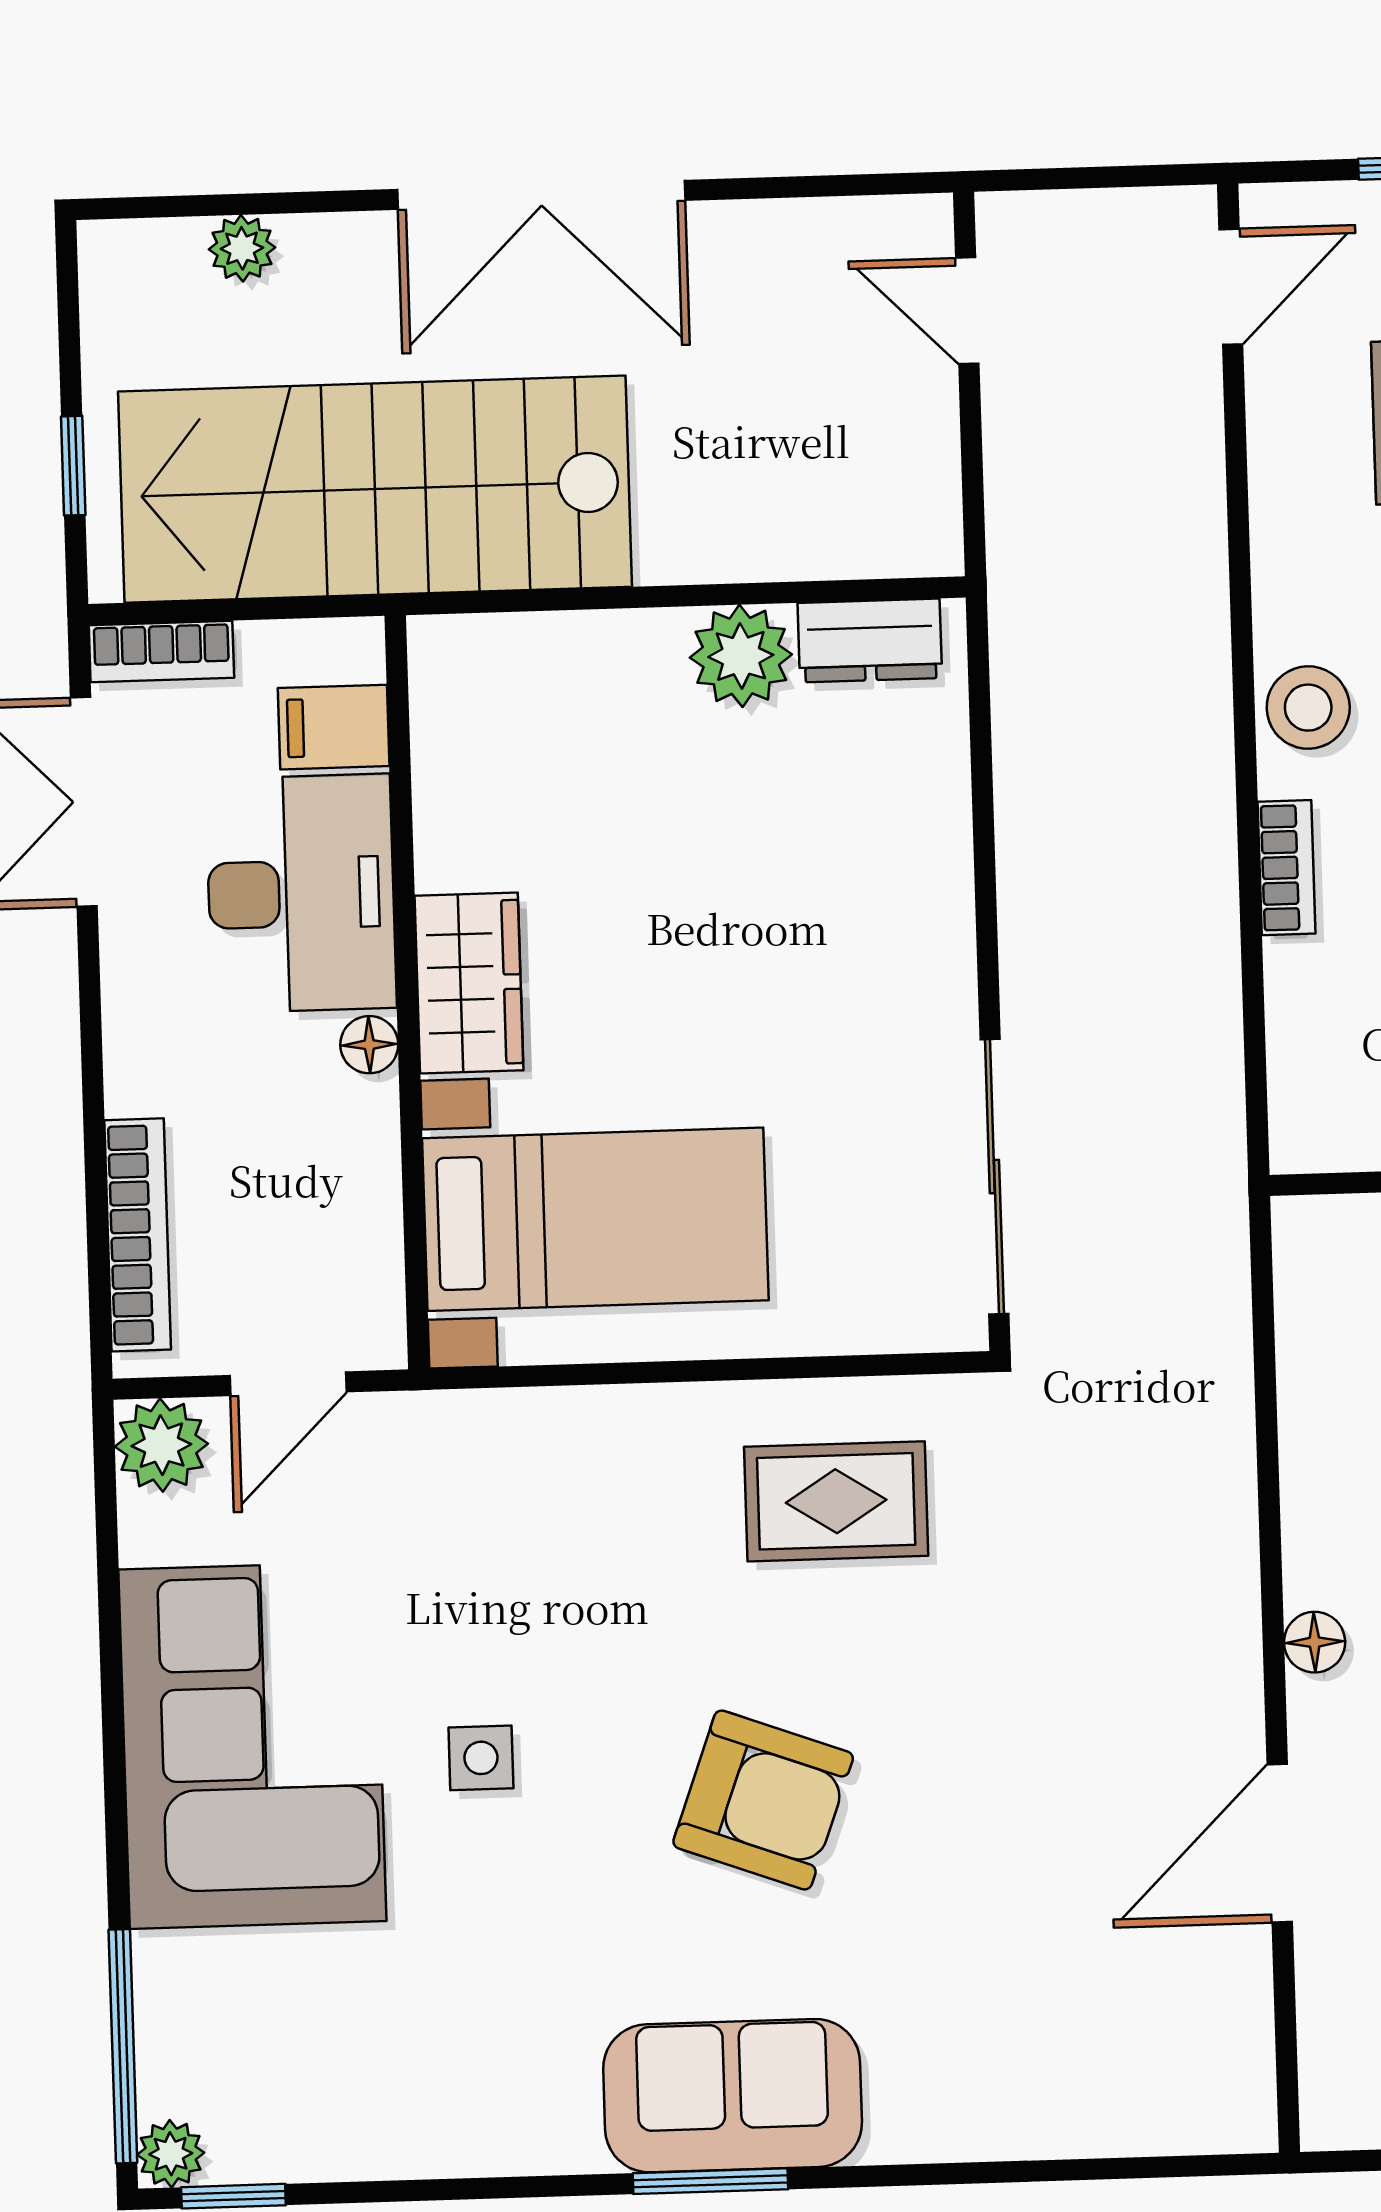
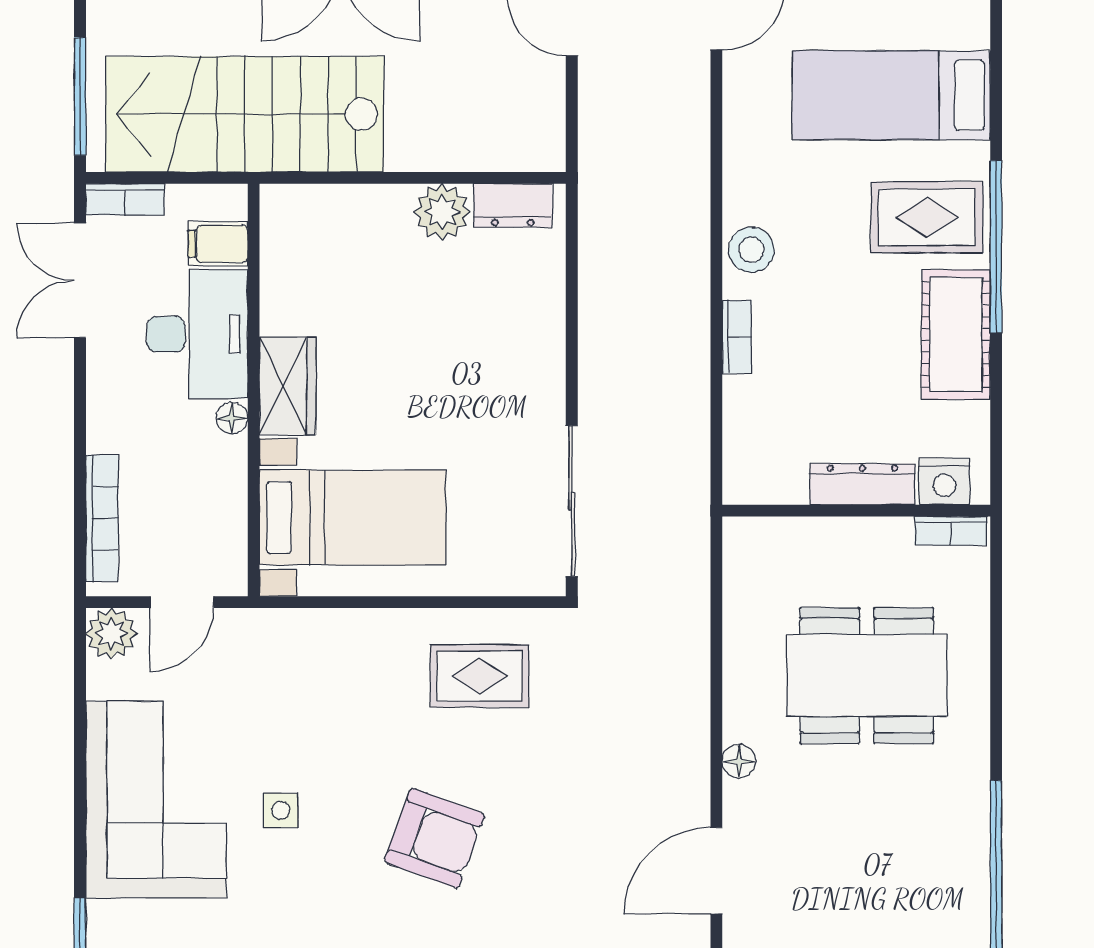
window: (73, 466) -> (80, 96), width x2.17

